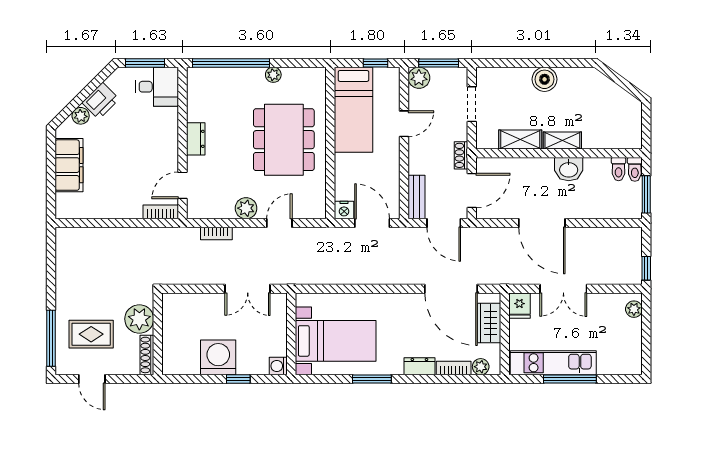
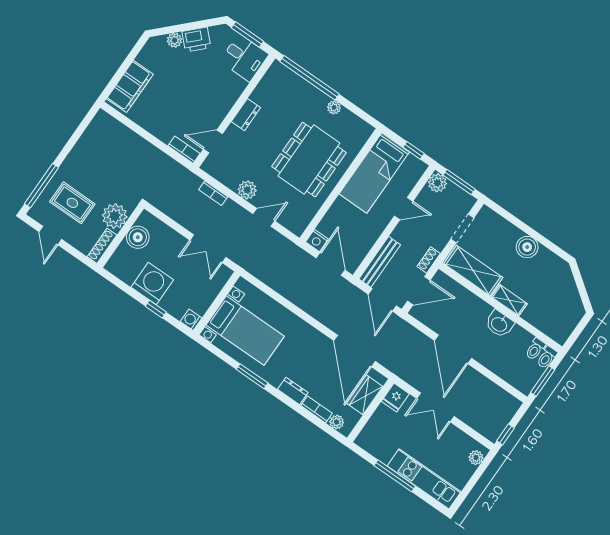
shelving: (520, 140) -> (473, 271), width x1.50, depth x1.33
filing cabinet: (69, 165) -> (130, 86), moved
bench: (417, 197) -> (380, 262), width x1.36
boiler: (175, 324) -> (138, 237), added
kitchen unit: (553, 363) -> (424, 479), moved

